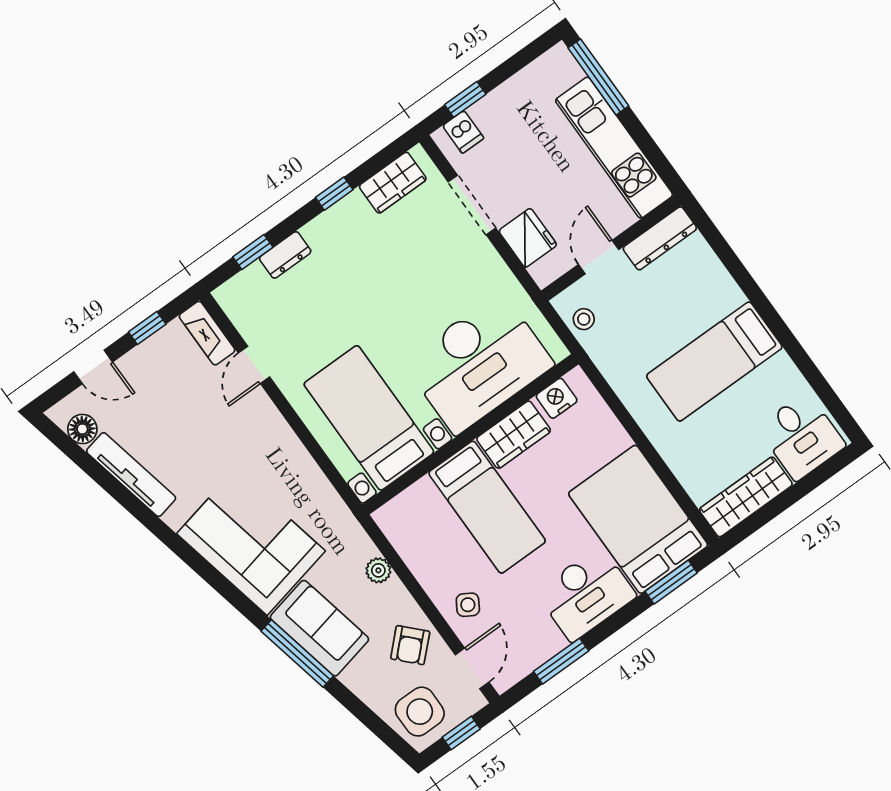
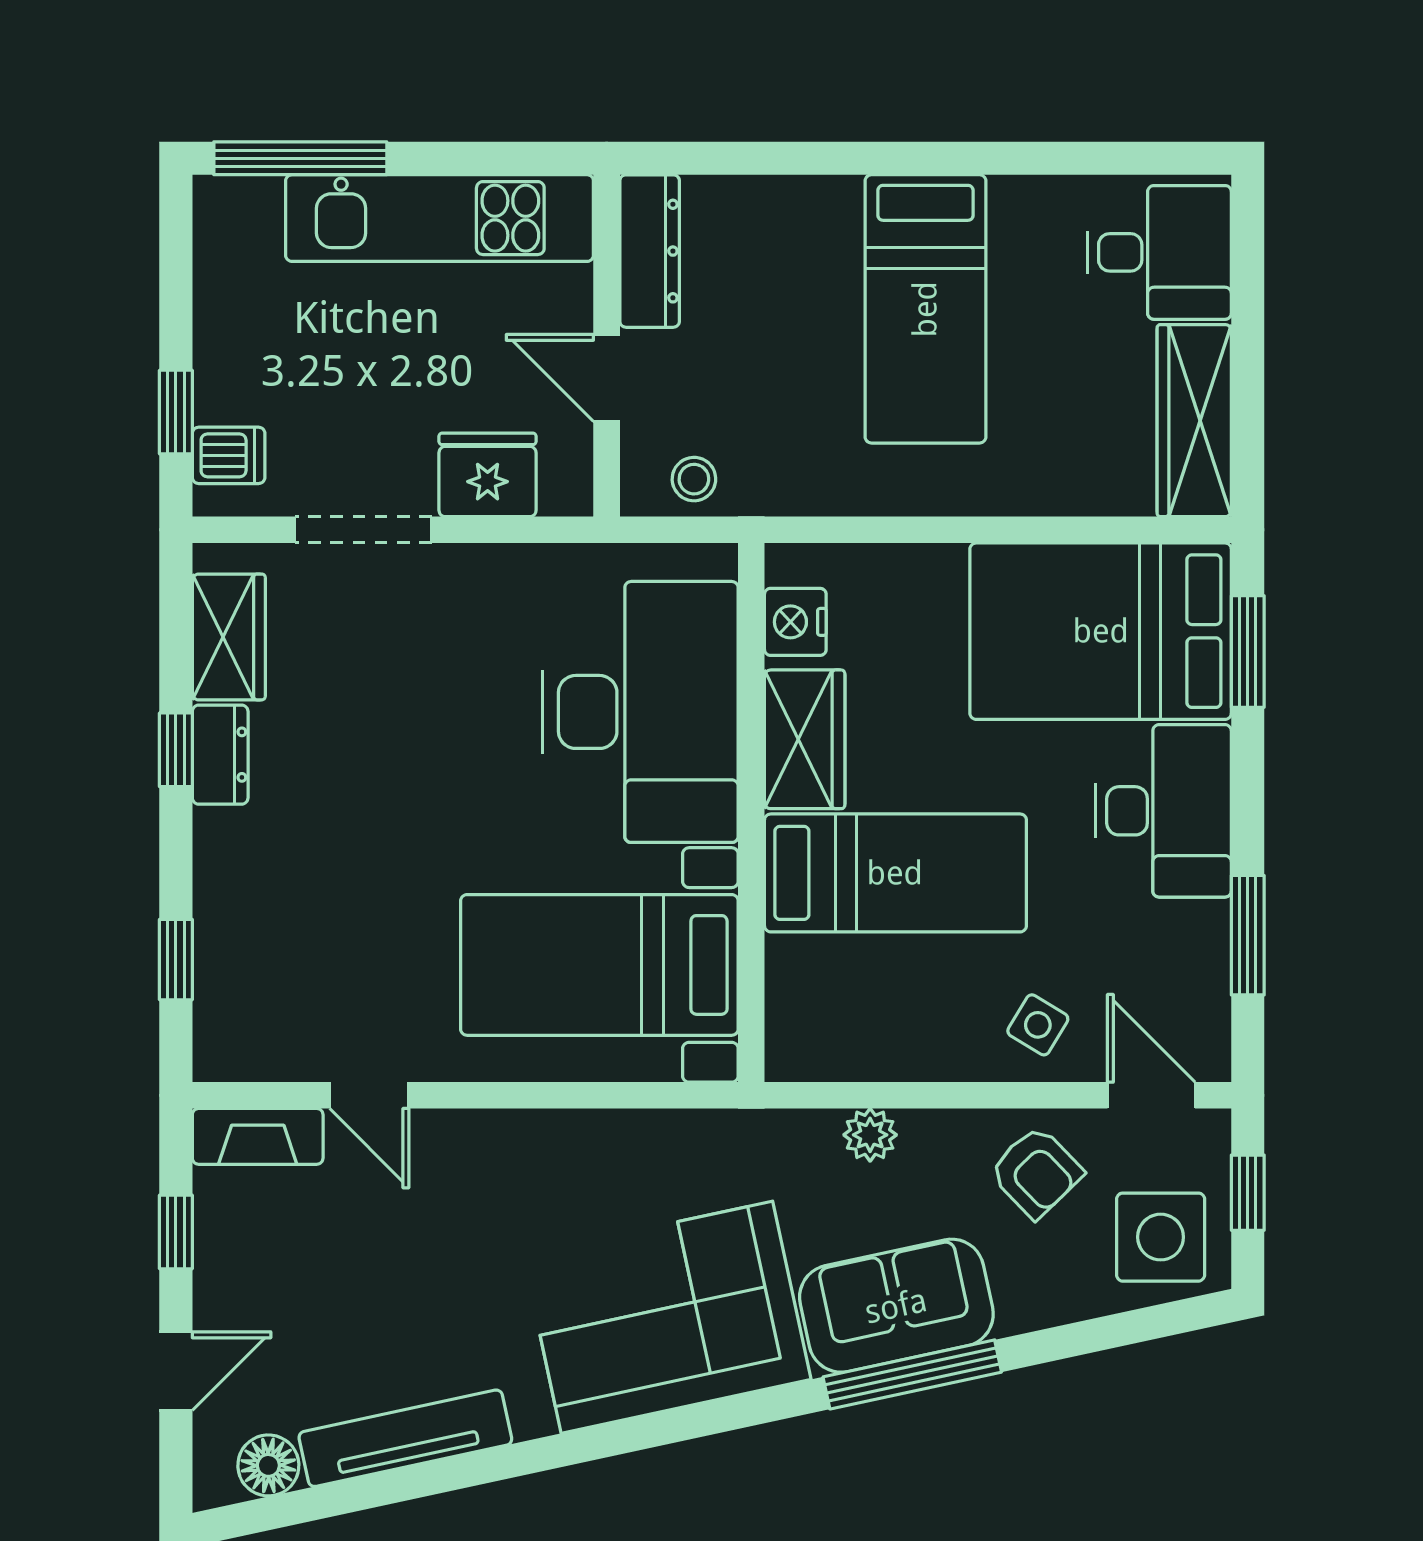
dresser: (285, 255) -> (220, 755), moved

